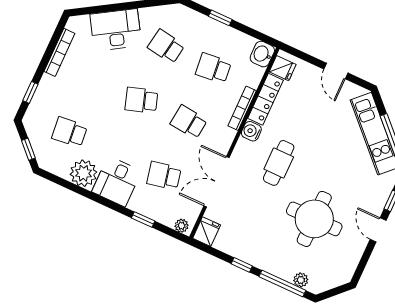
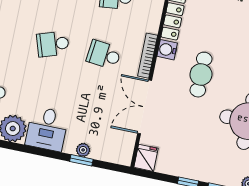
bookcase: (242, 108) -> (148, 56), moved
school desk: (164, 176) -> (92, 113), removed
plant: (182, 226) -> (83, 150), moved

